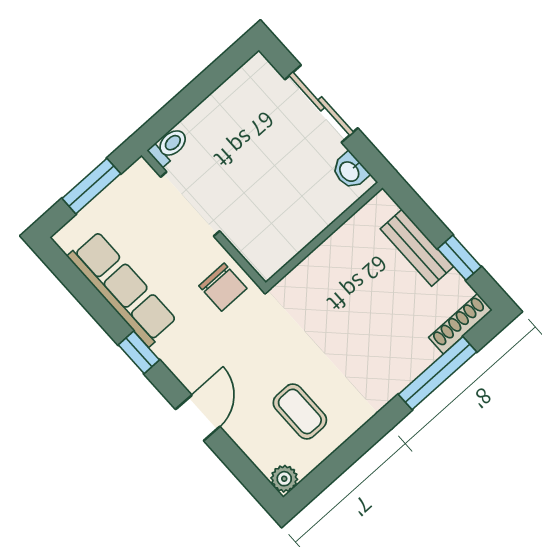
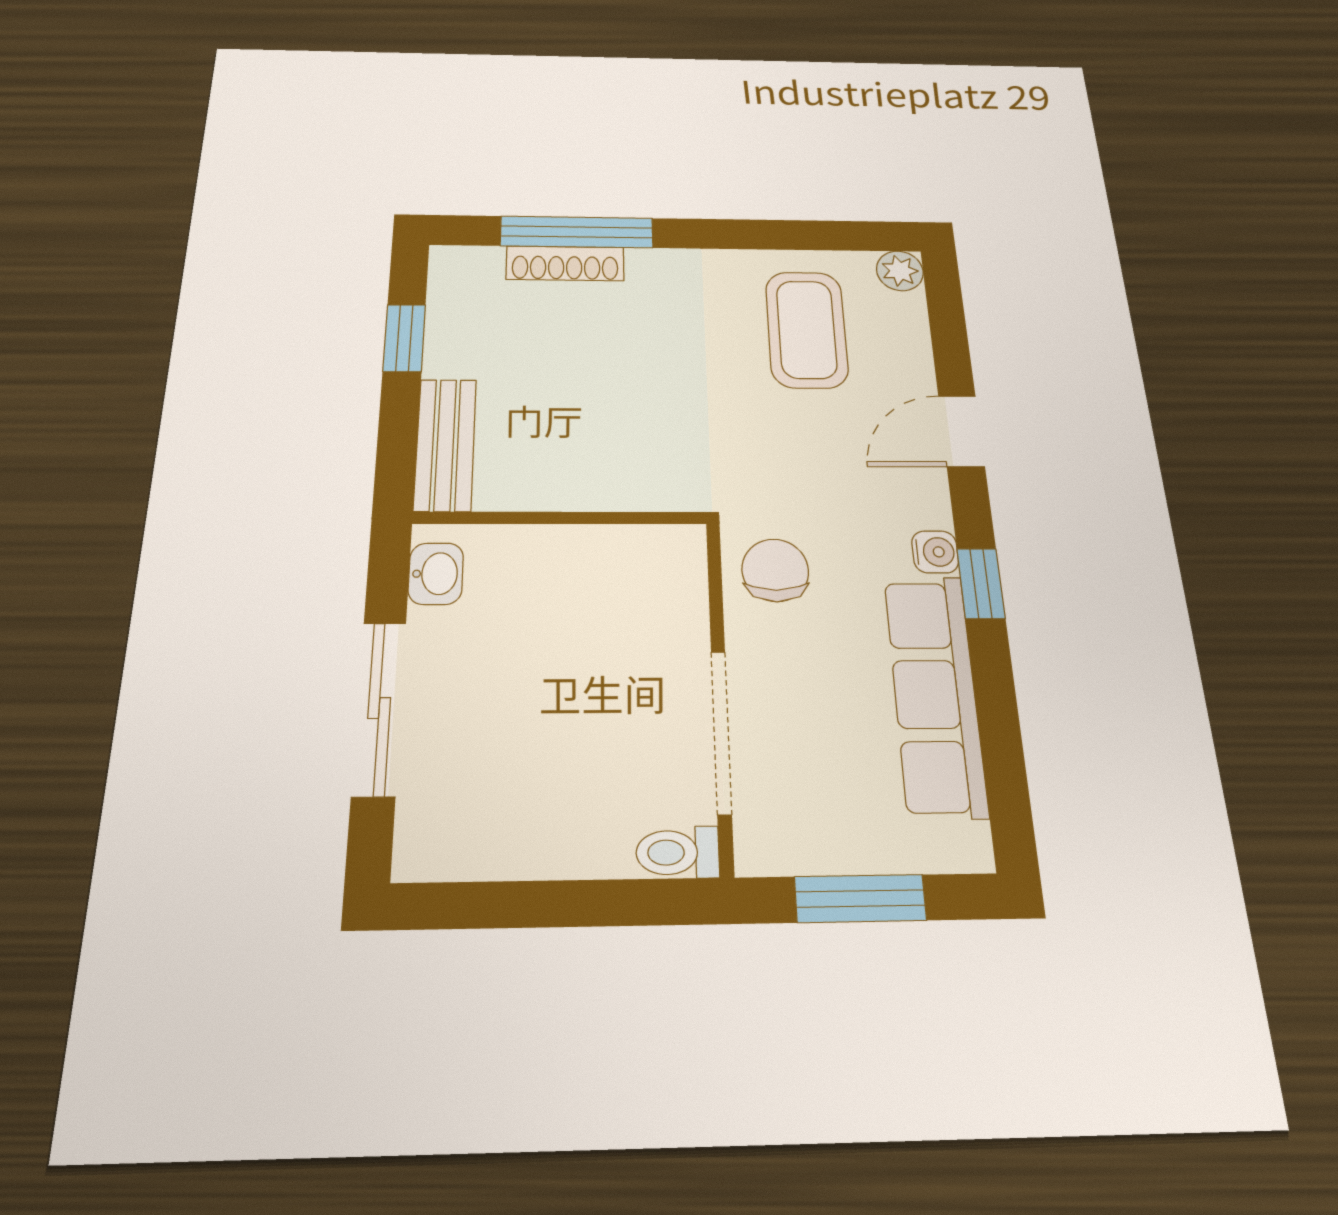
bench: (417, 248) -> (445, 445), moved
shoe rack: (460, 324) -> (565, 263), moved
water cooler: (167, 351) -> (935, 552), added
coffee table: (300, 411) -> (807, 329), width x1.36, depth x1.30

